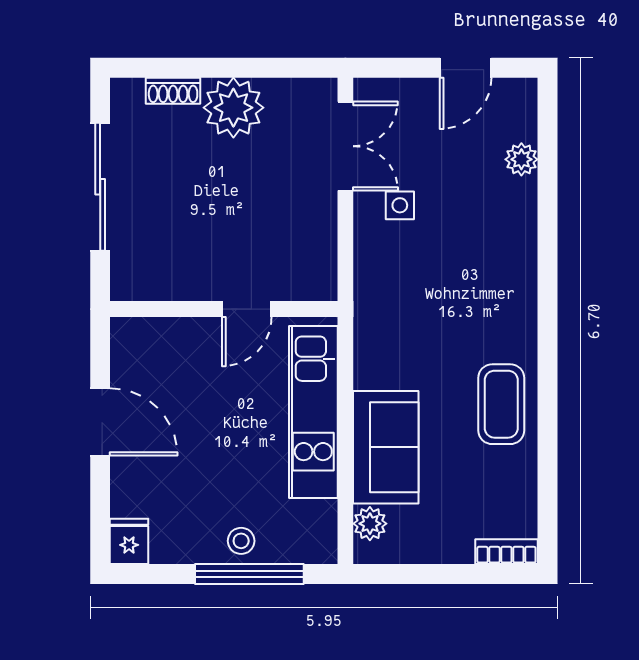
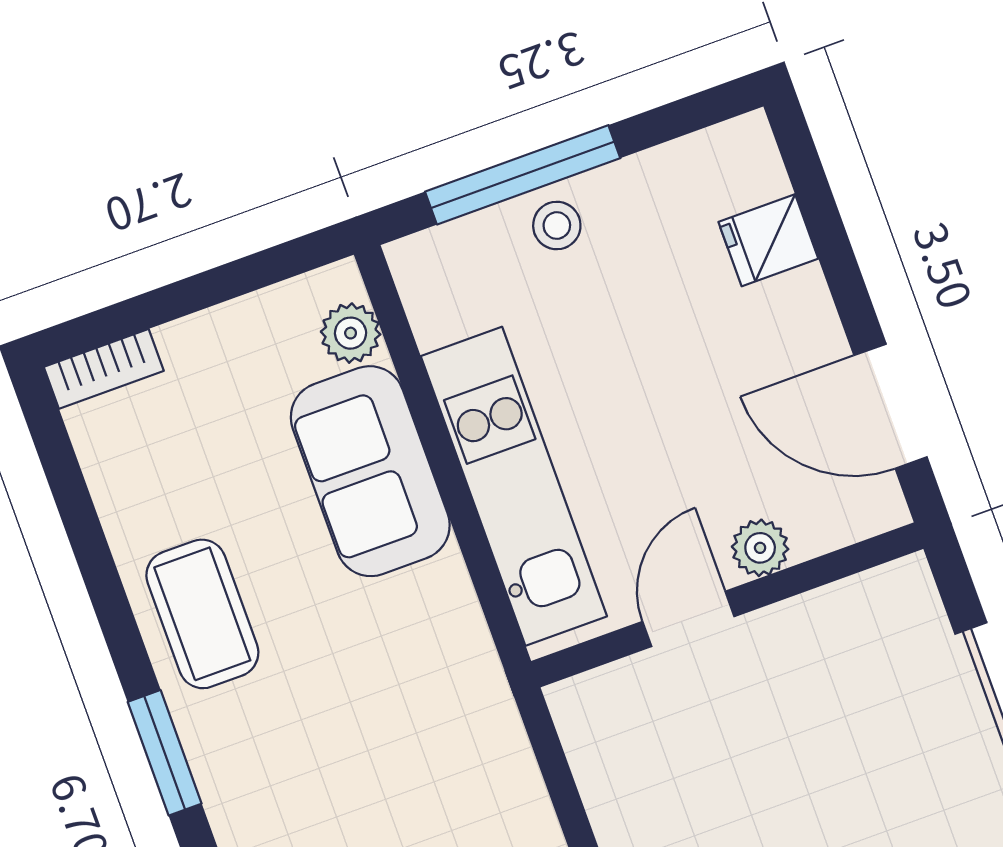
plant: (196, 333) -> (760, 548), added
window: (547, 338) -> (165, 753), added
door: (100, 422) -> (891, 406), moved
fridge: (129, 541) -> (768, 240), moved, turned 90

